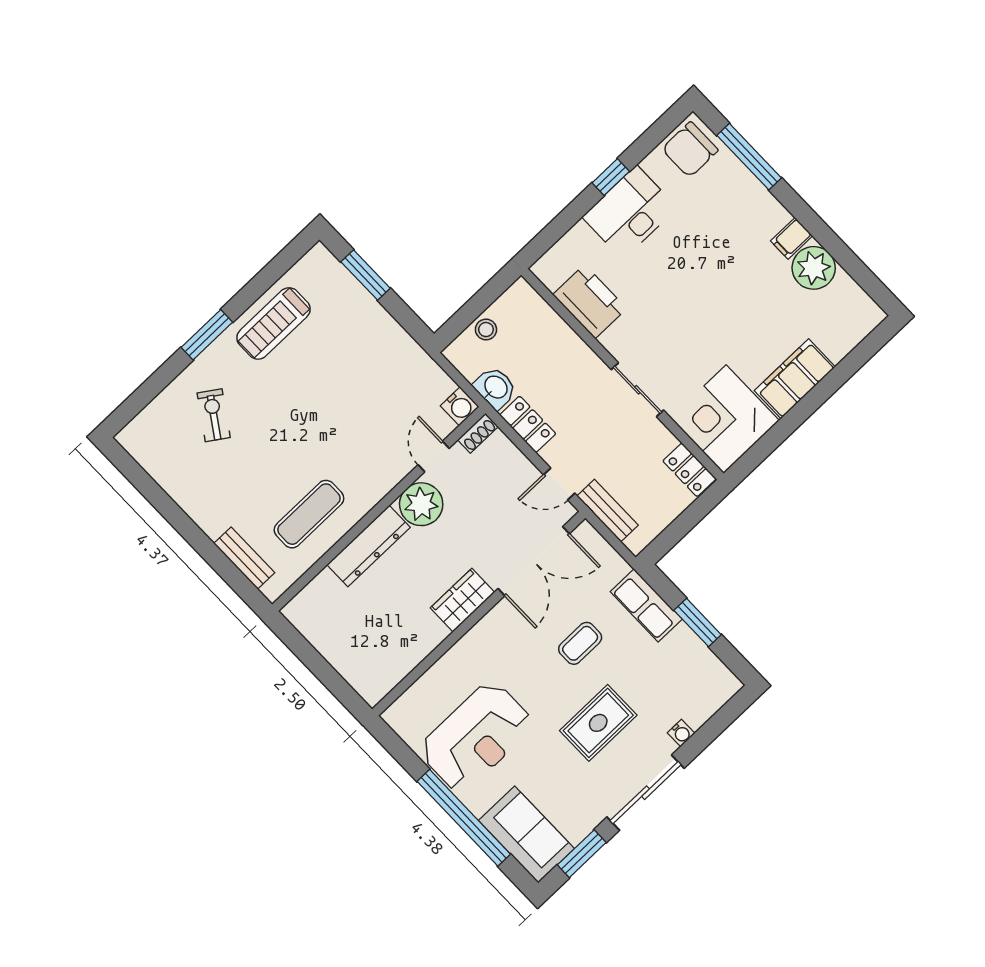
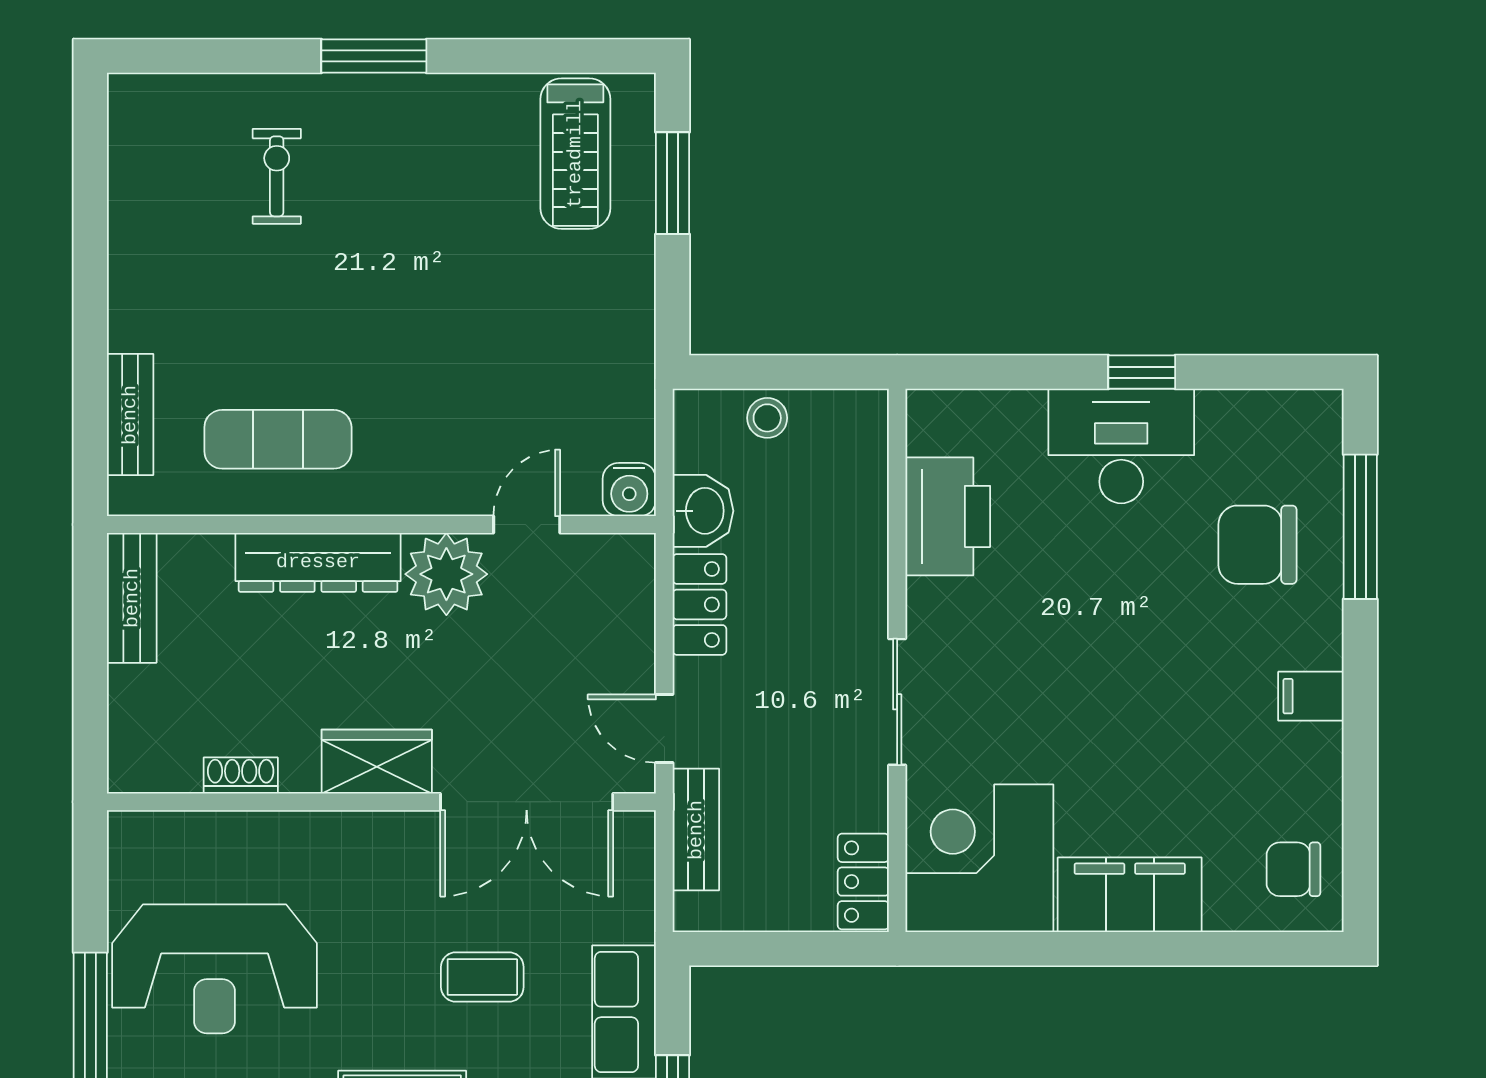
chair: (690, 150) -> (1258, 545), moved
plant: (814, 268) -> (1302, 766), removed
chair: (847, 310) -> (1293, 869), added
treadmill: (274, 323) -> (575, 154), moved, turned -90
exercise bike: (214, 415) -> (277, 176), turned -34
shoe rack: (478, 433) -> (241, 775), moved, turned 180
bench: (311, 627) -> (132, 598), added

